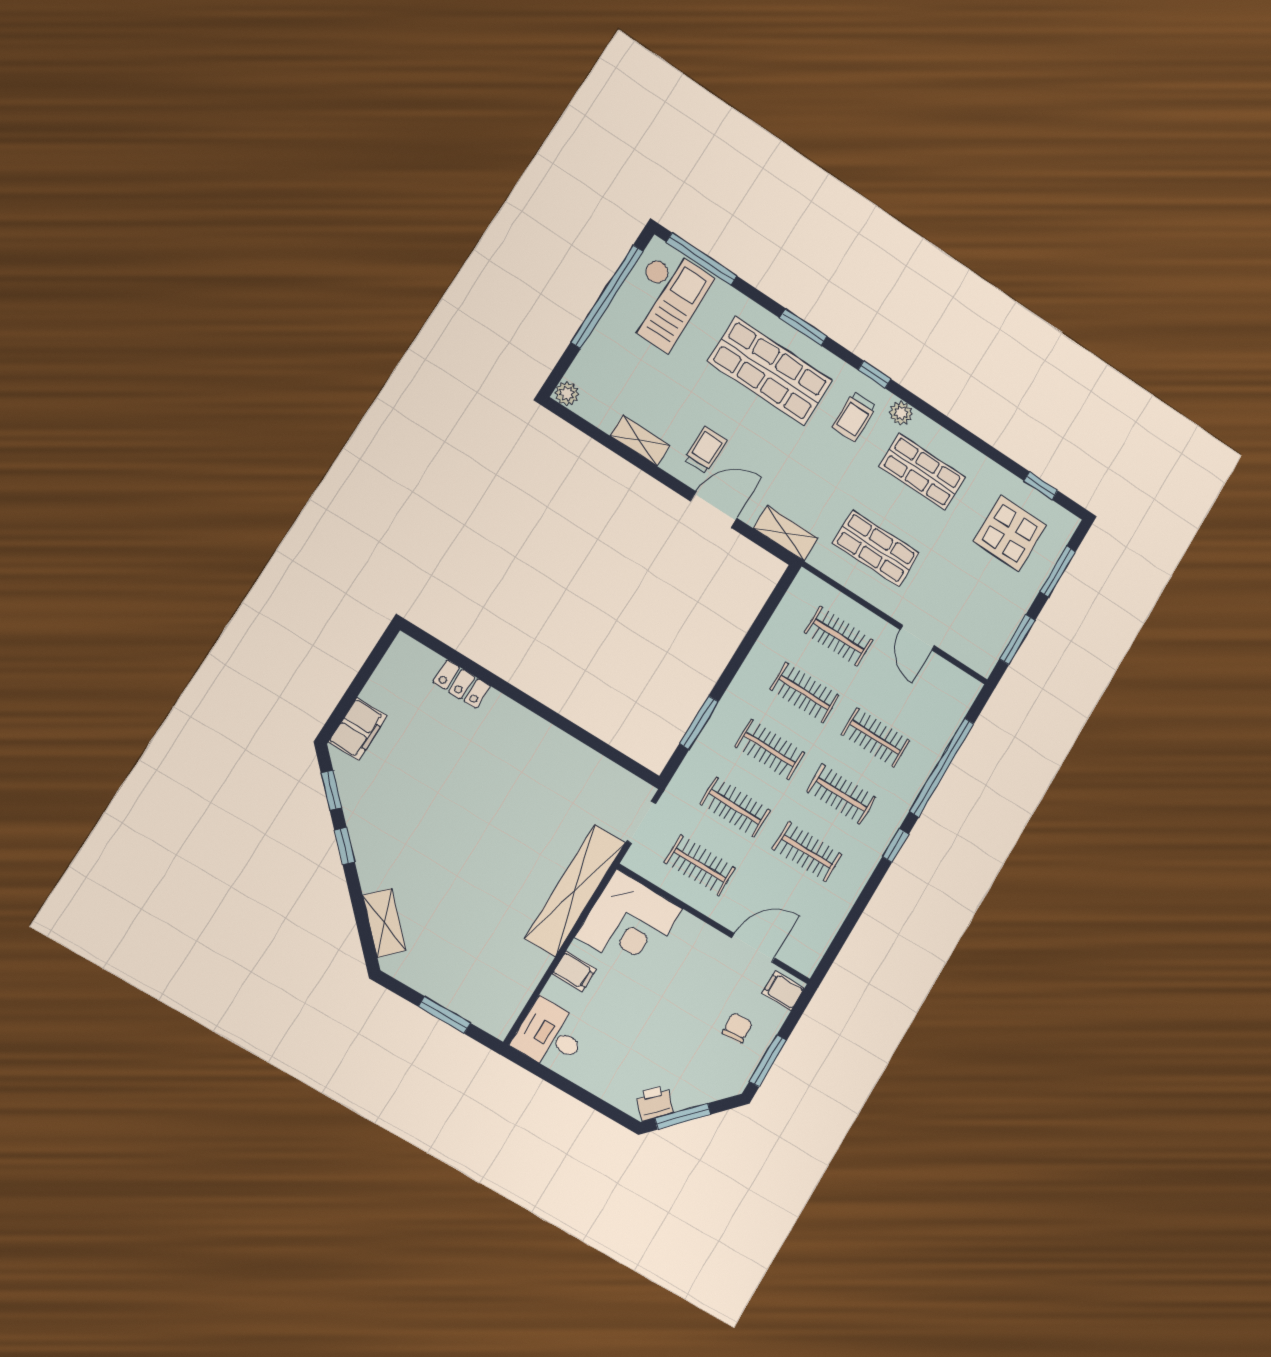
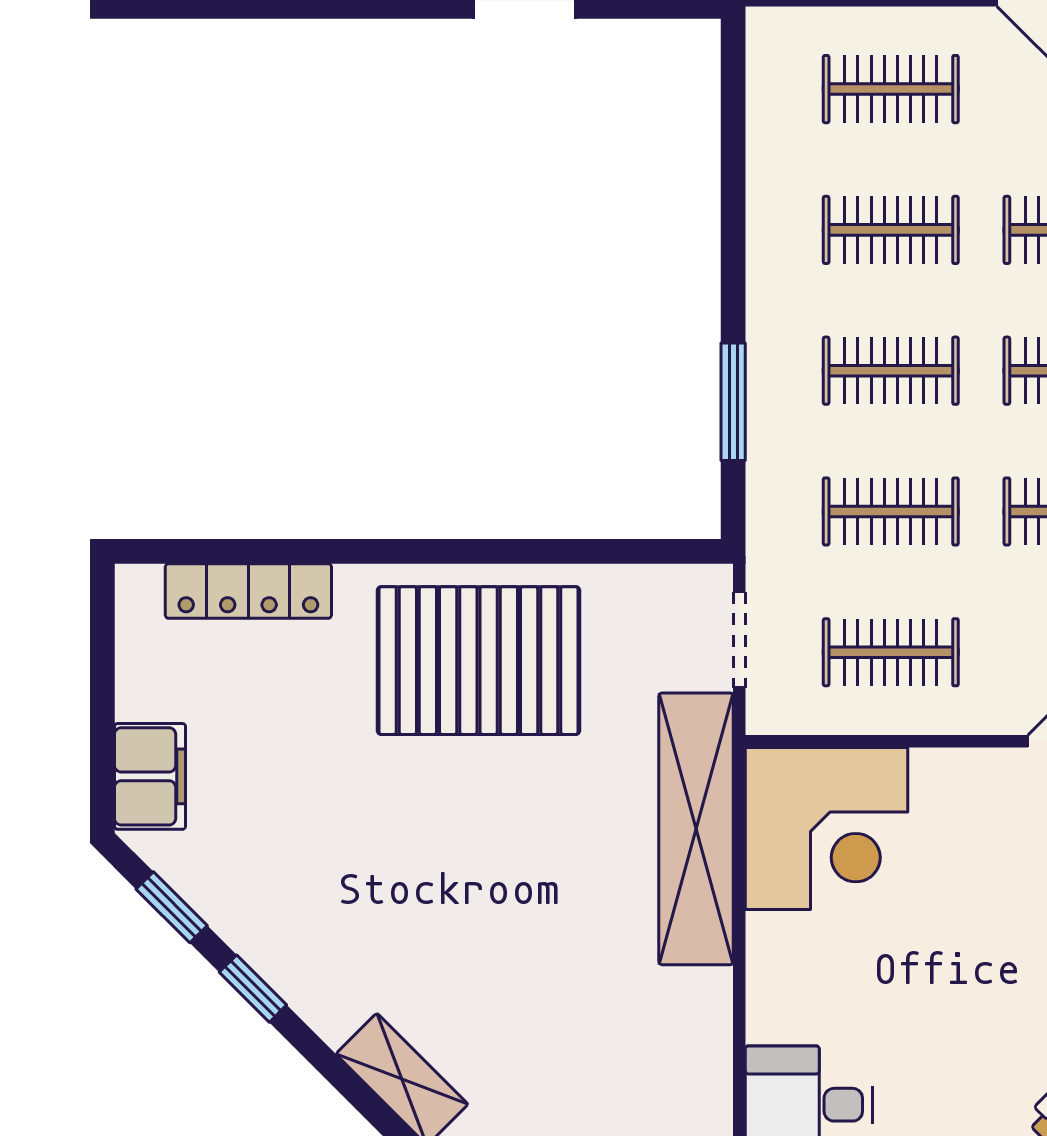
locker: (462, 684) -> (248, 591), width x1.53
pallet: (528, 765) -> (479, 661), added
filing cabinet: (574, 971) -> (782, 970), removed

